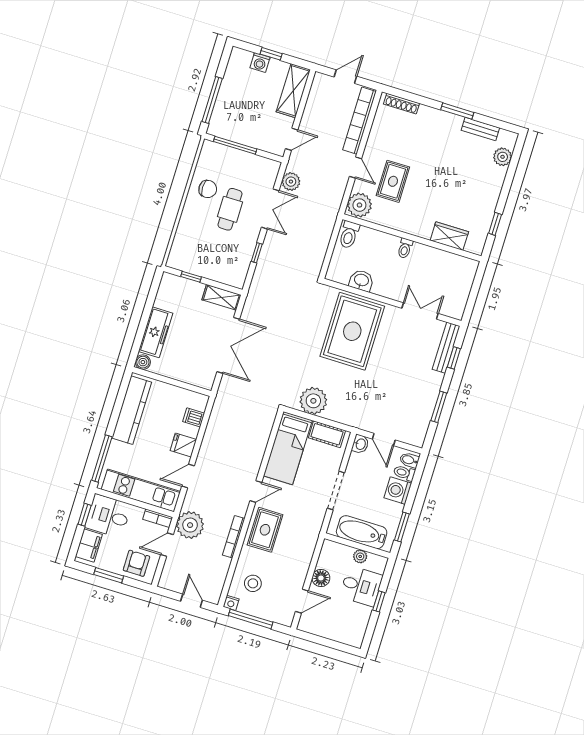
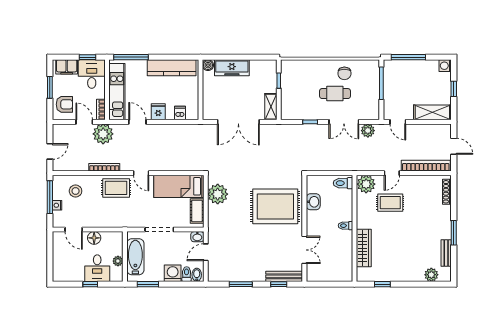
washing machine: (260, 62) -> (445, 66), moved
wardrobe: (449, 236) -> (364, 248), width x1.50
nightstand: (231, 603) -> (57, 205), moved

